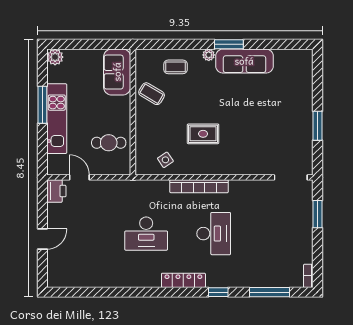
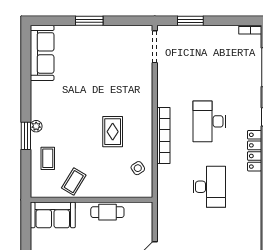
window: (229, 44) -> (26, 136), moved
sofa: (244, 61) -> (42, 53), moved
window: (317, 126) -> (89, 21), moved
cafe table: (109, 143) -> (107, 212), moved, turned 90
desk: (214, 234) -> (209, 121), turned -90

